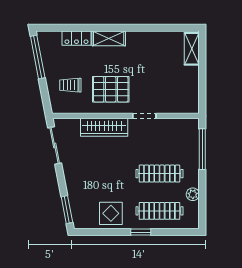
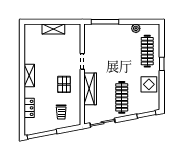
shelving: (109, 38) -> (29, 76), moved
shelving: (192, 49) -> (53, 29), moved
pallet: (111, 89) -> (64, 84), width x0.67, depth x0.71
clothes rail: (159, 174) -> (122, 97), moved

